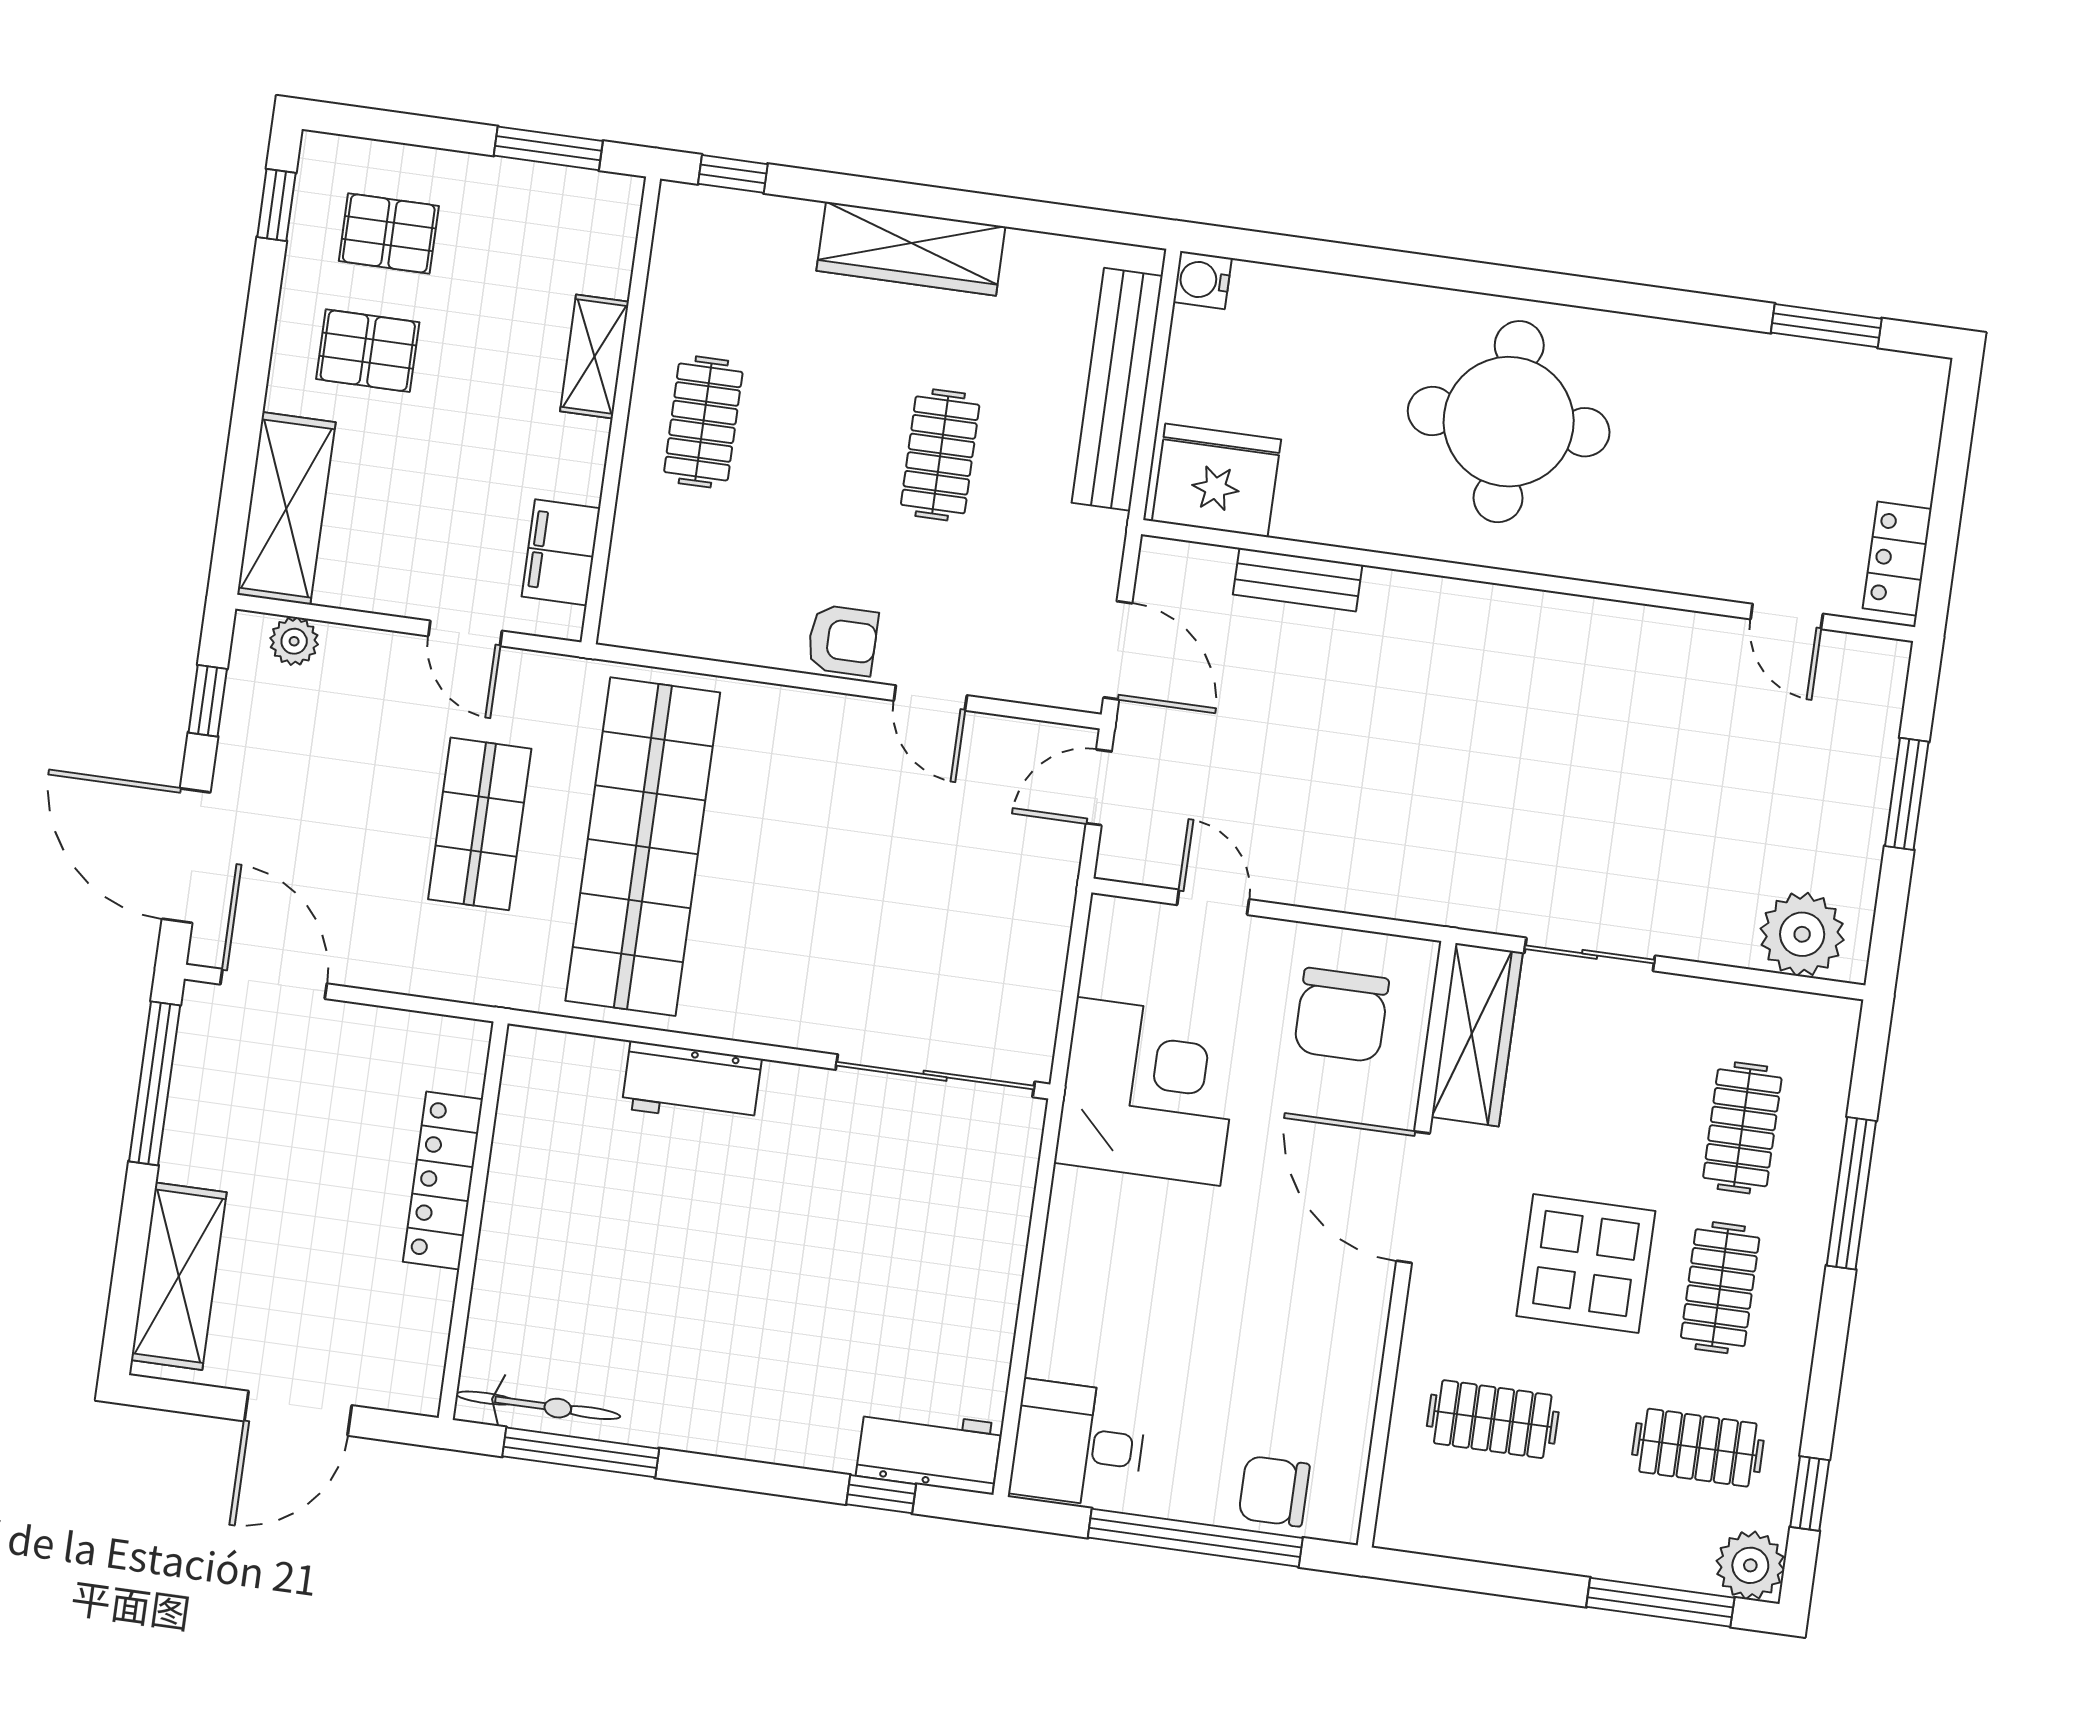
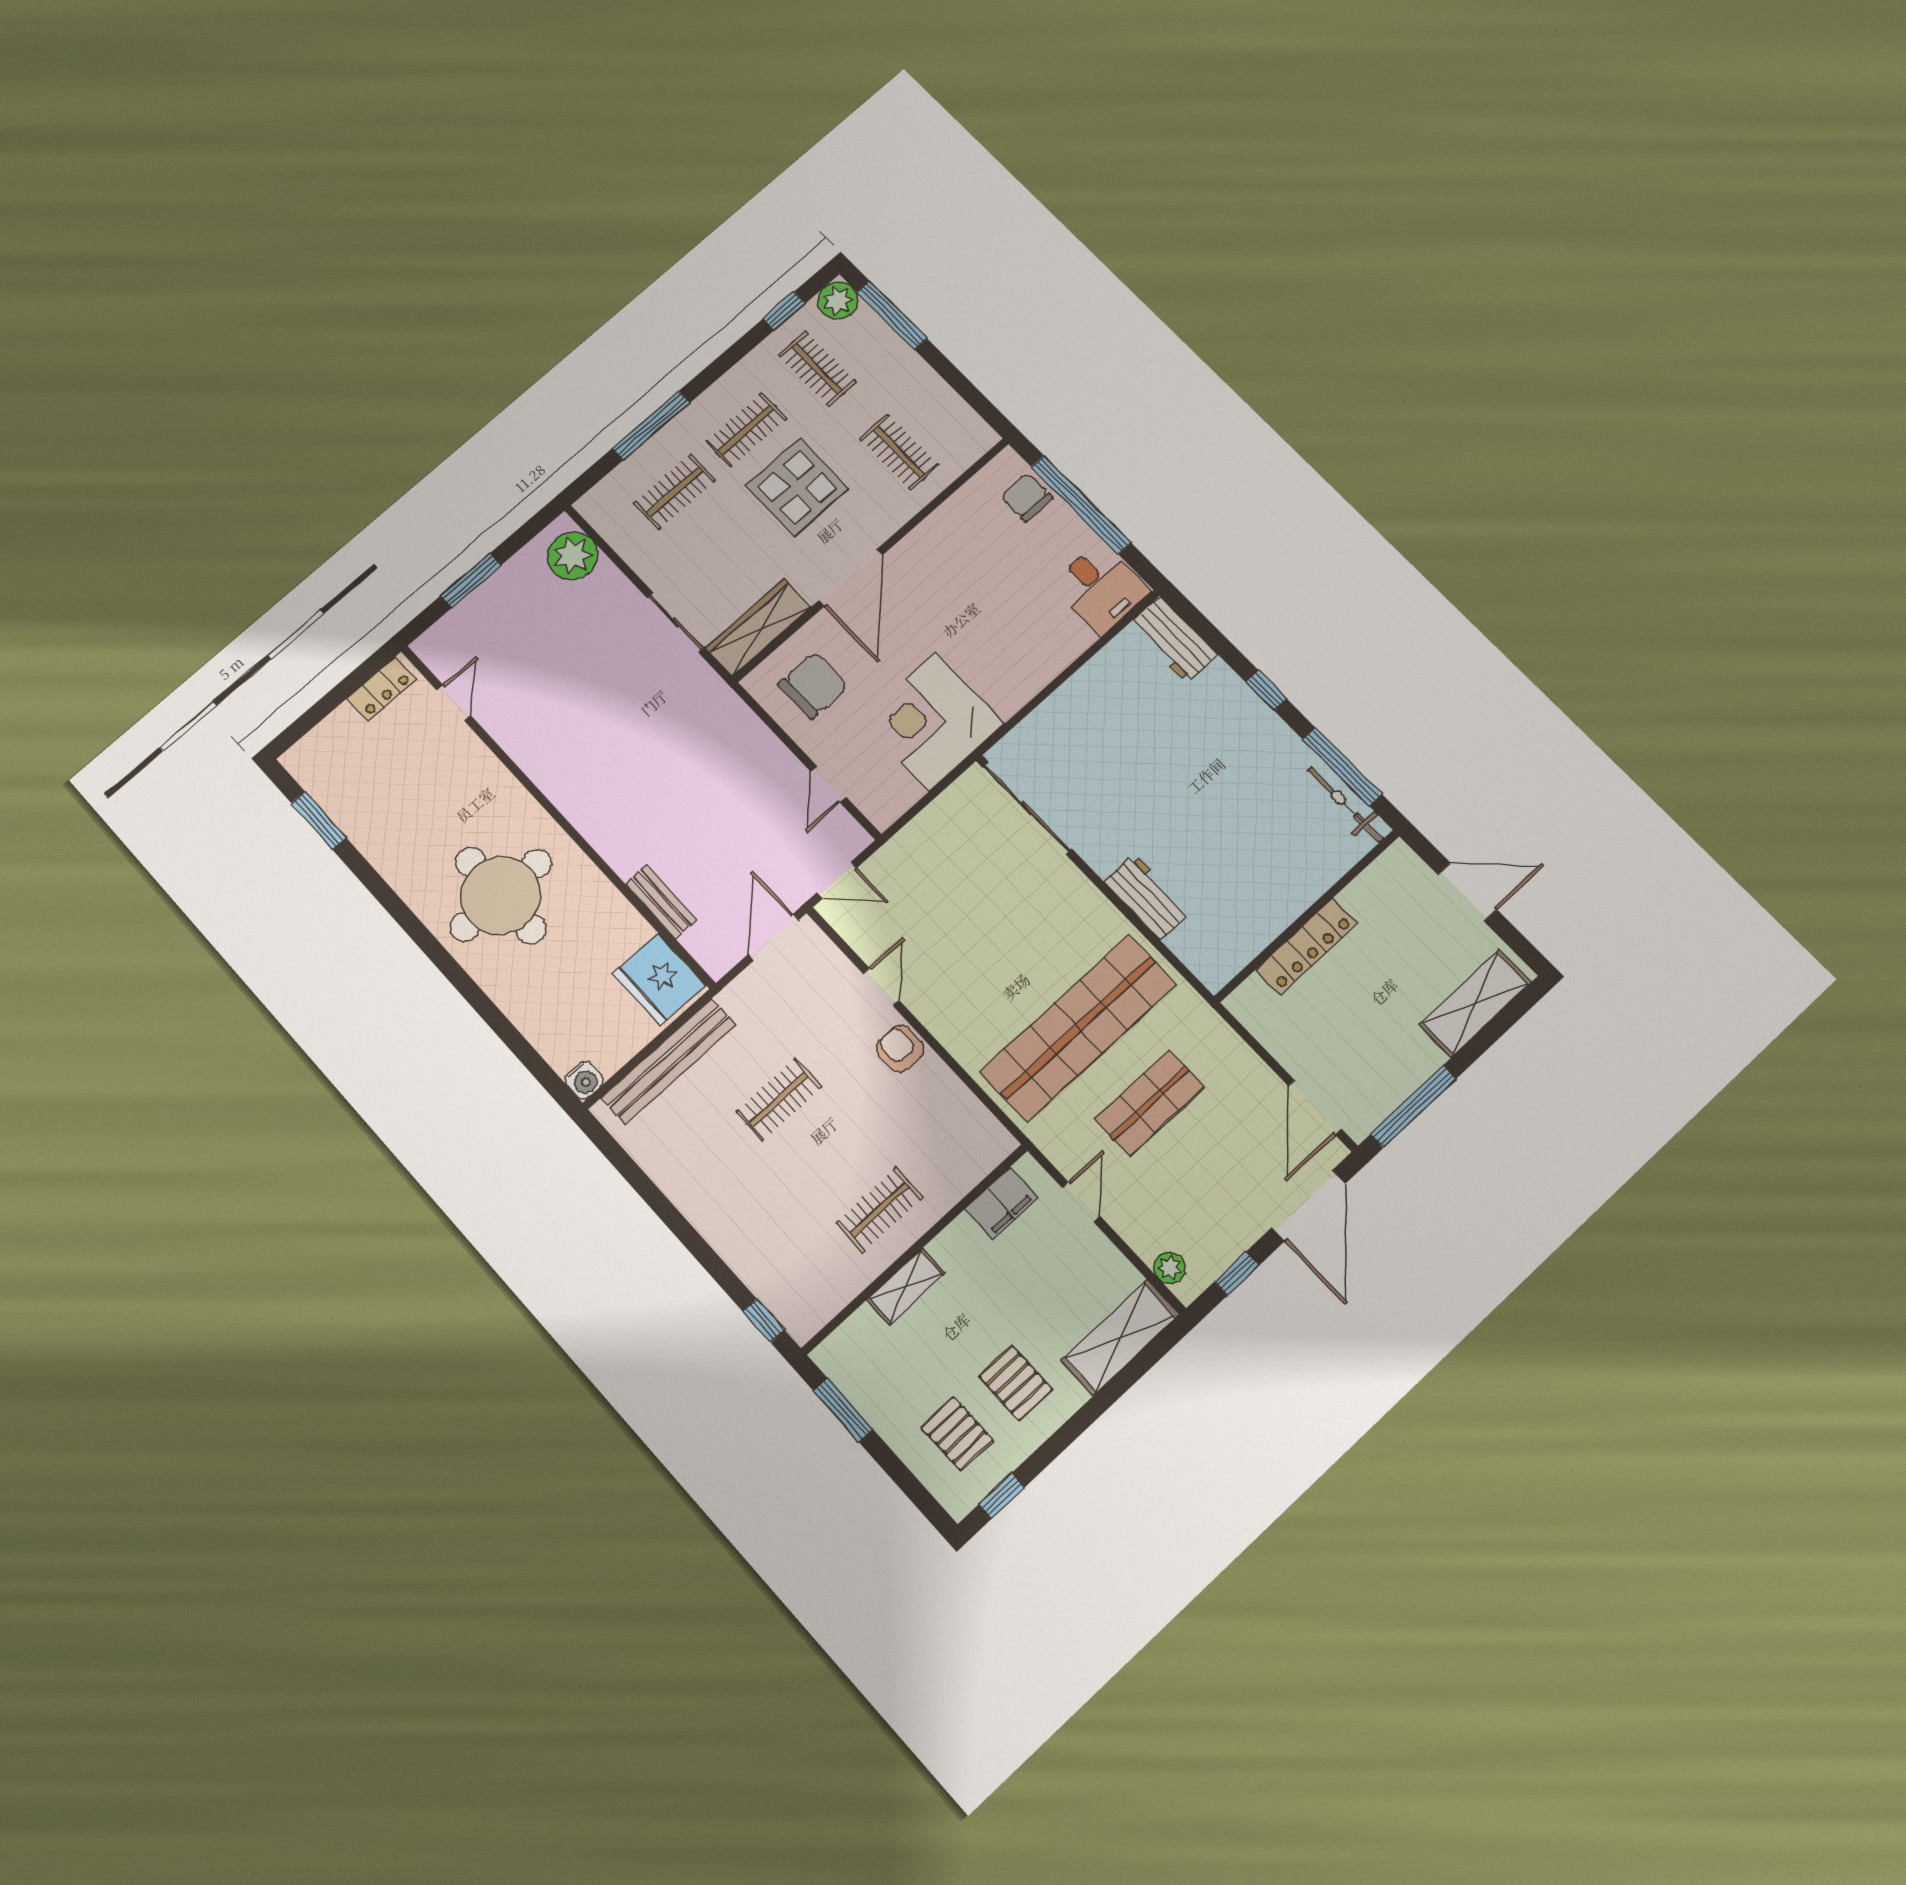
wardrobe: (911, 249) -> (709, 1211), removed
chair: (1274, 1491) -> (1027, 497), turned 180
window: (881, 1494) -> (1266, 691), moved

